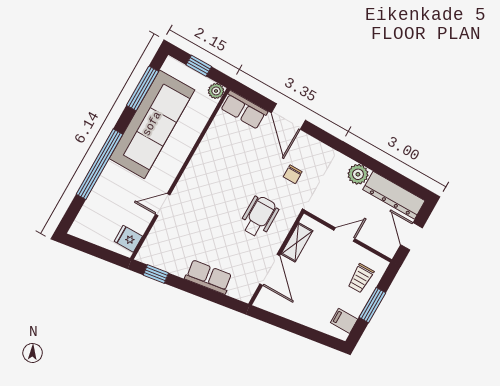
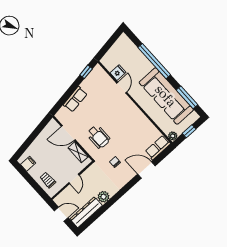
fridge: (128, 239) -> (118, 73), moved
window: (372, 305) -> (31, 181), removed

